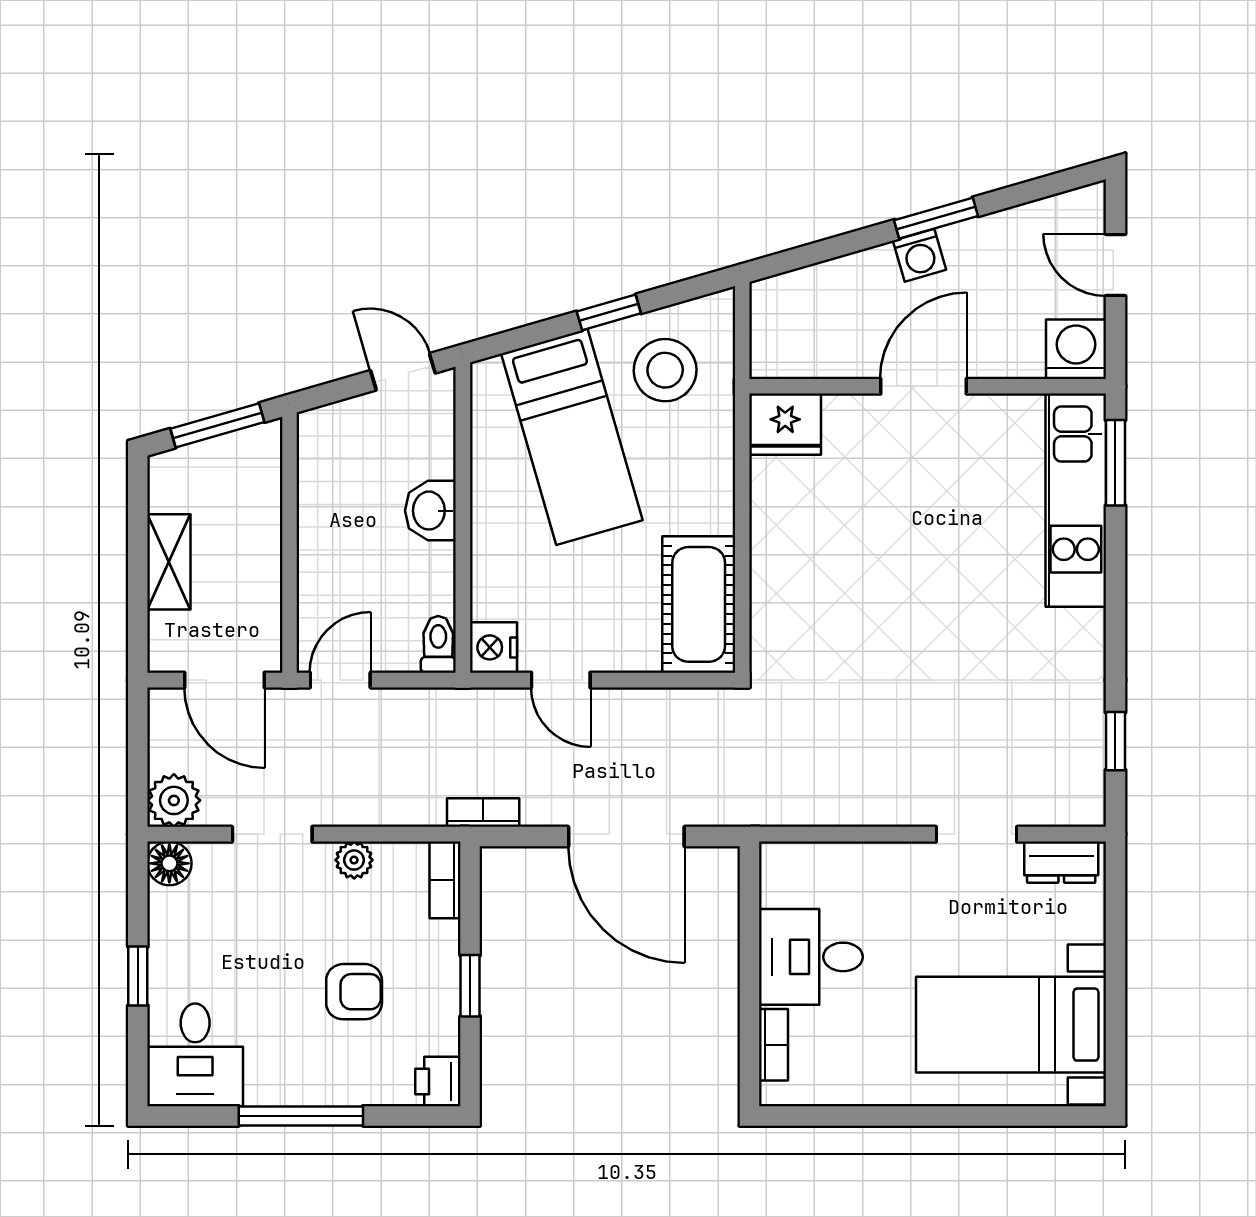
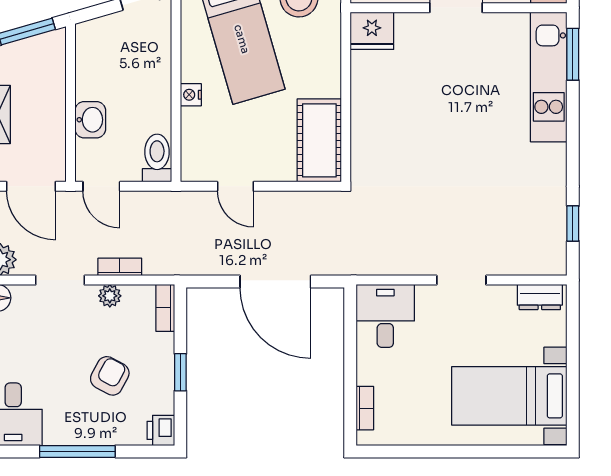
washbasin: (430, 511) -> (90, 120), moved, turned 180
toilet: (438, 644) -> (157, 158), width x1.37, depth x1.39
nightstand: (493, 647) -> (191, 95), moved, width x0.72, depth x0.74
door: (340, 680) -> (101, 186), swing flipped
bookcase: (483, 813) -> (120, 267), moved
doorway: (976, 834) -> (461, 280), moved
desk: (811, 957) -> (385, 316), moved, turned 90
armchair: (354, 992) -> (110, 376), turned -62

